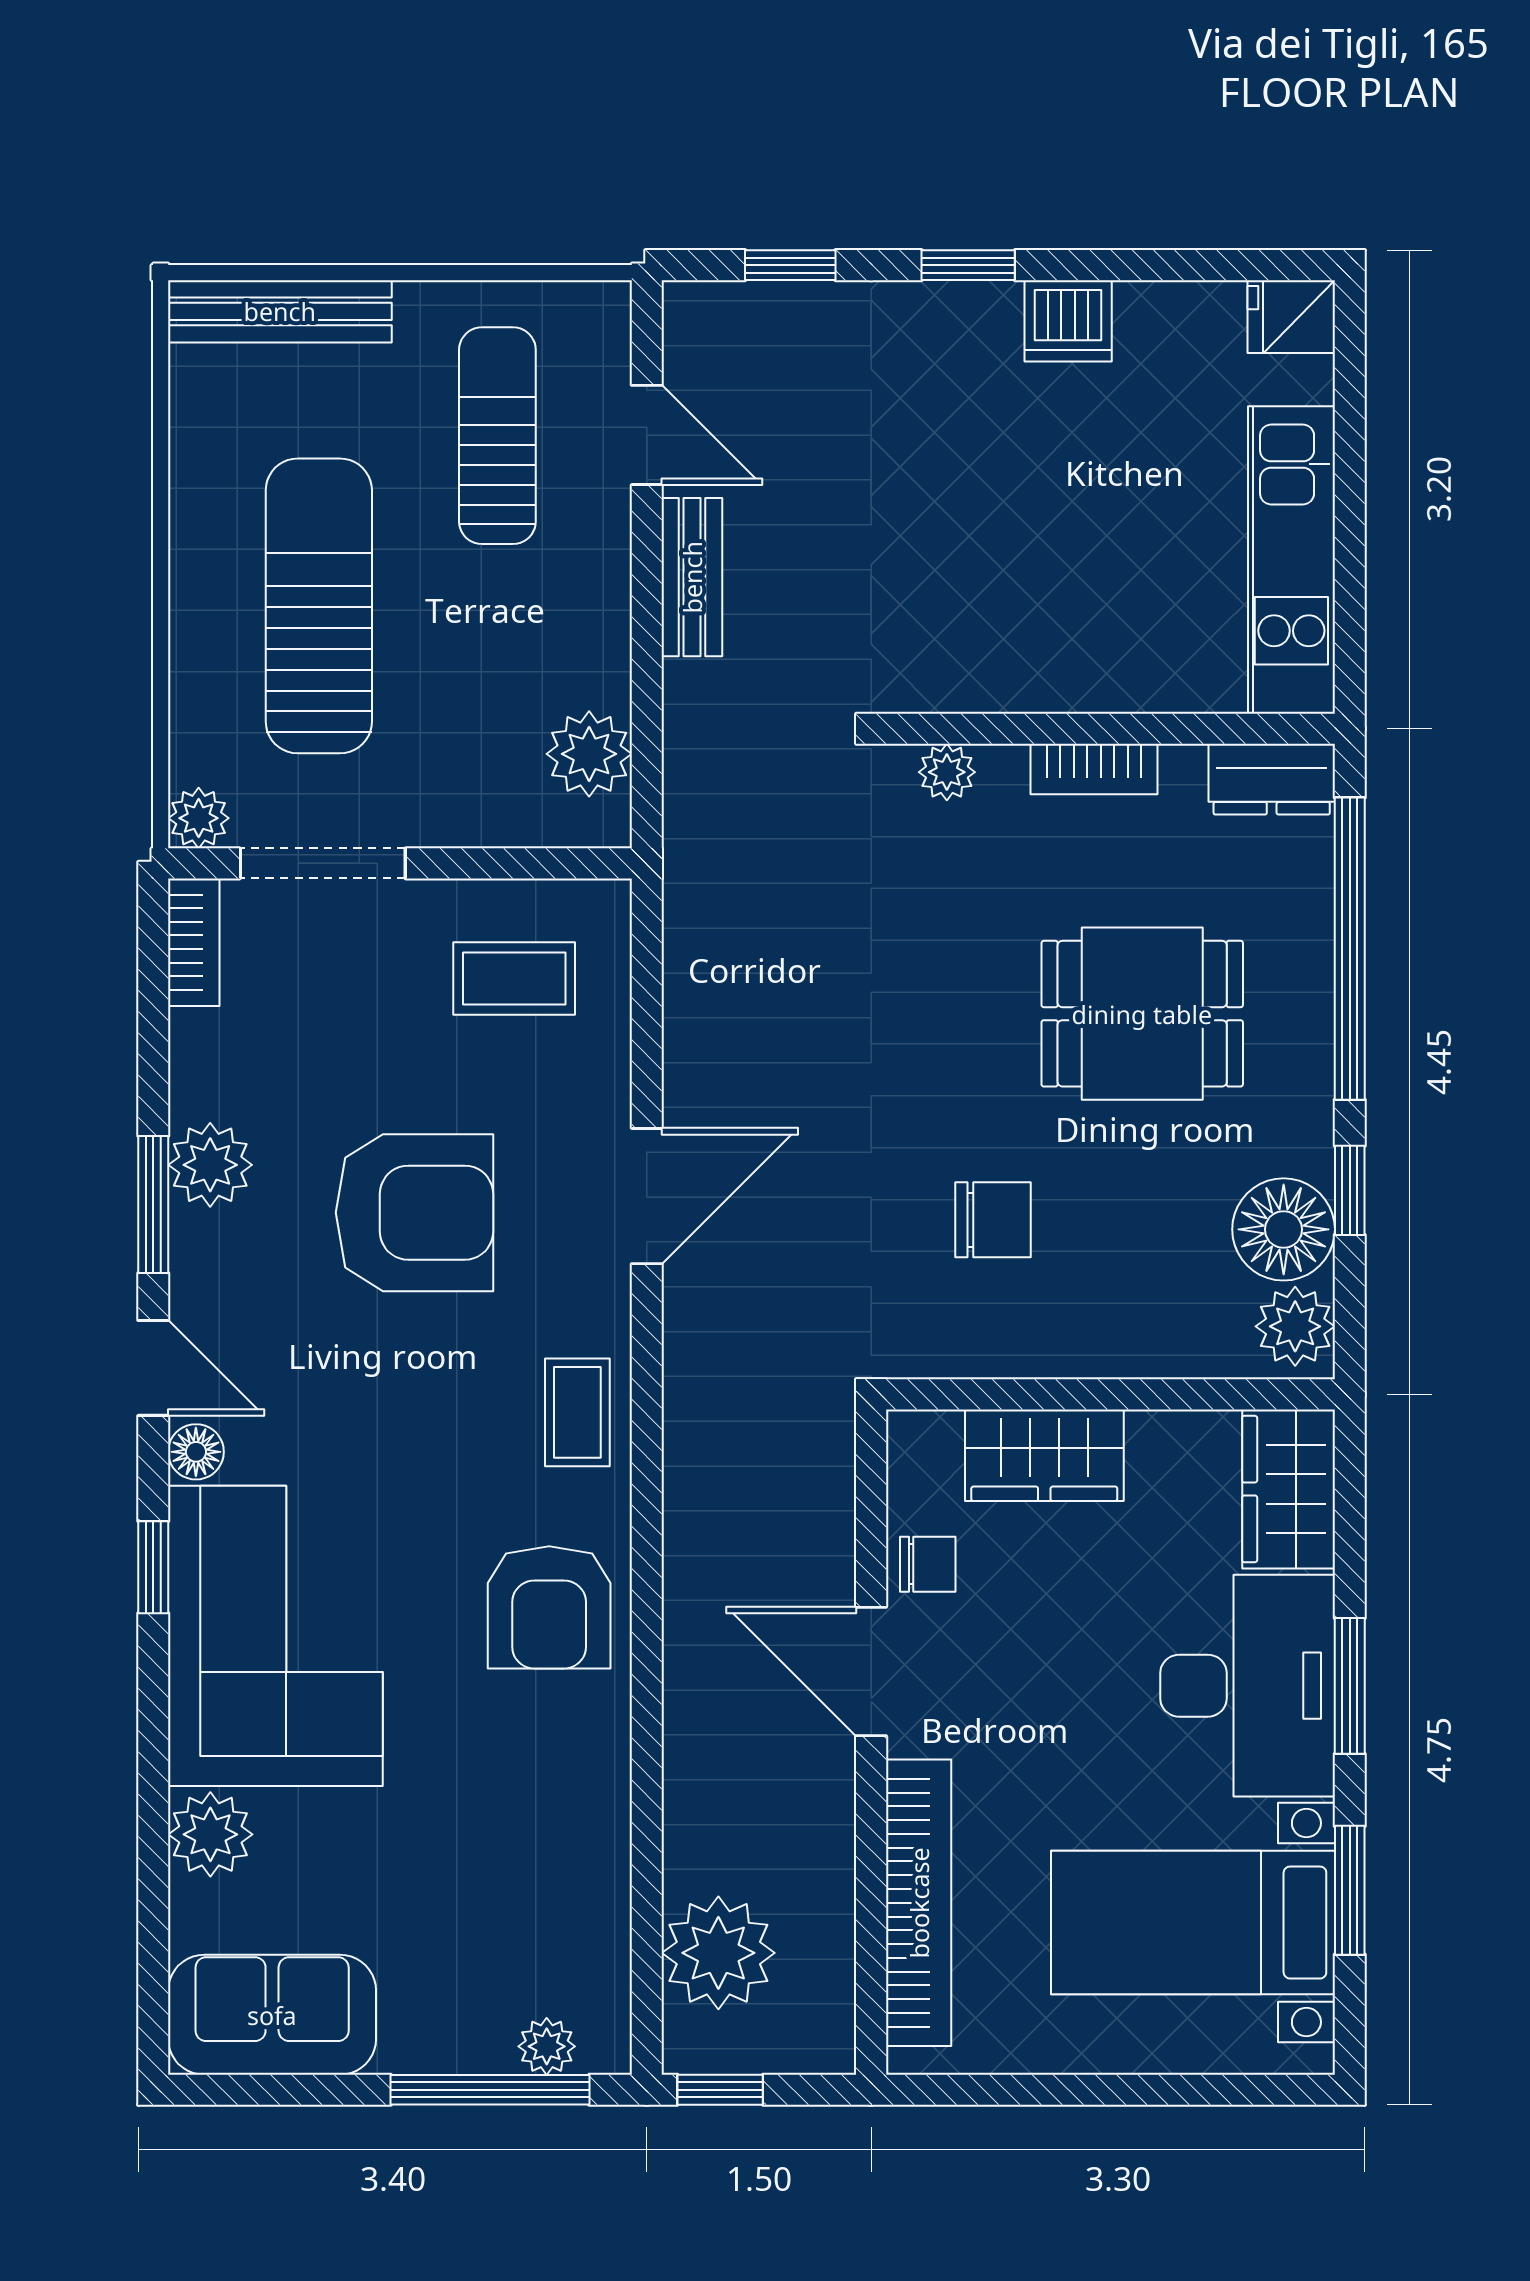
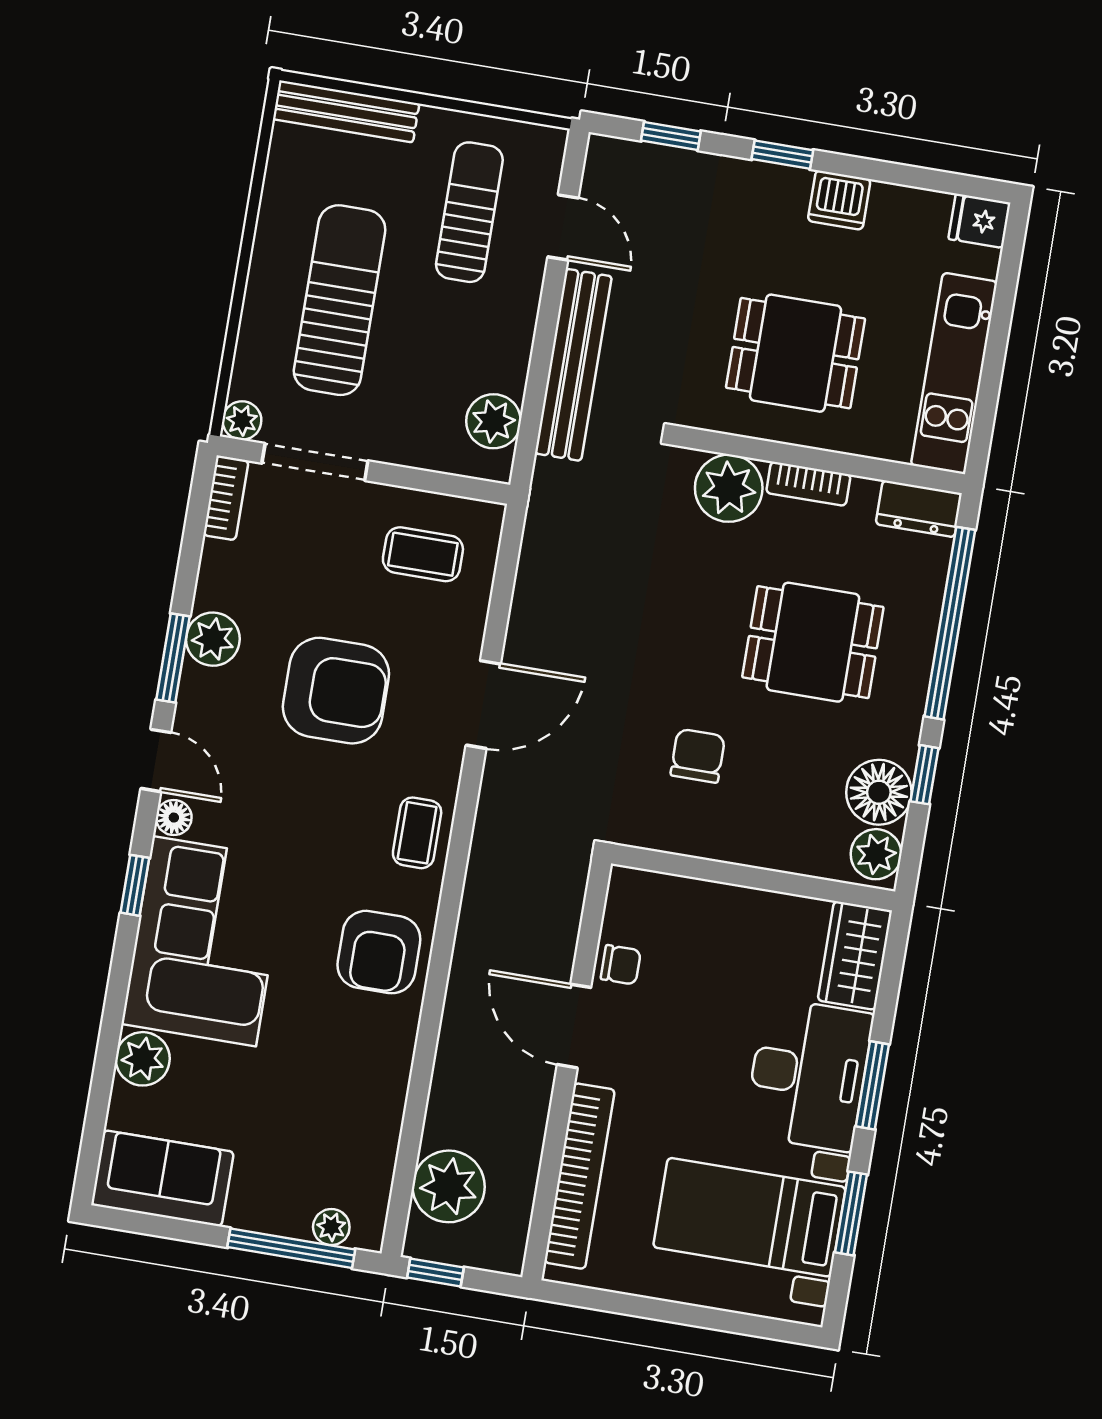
dining table: (1040, 570) -> (795, 353), added
bench: (692, 577) -> (573, 365), width x1.86, depth x1.21
plant: (947, 772) -> (729, 488), width x1.88, depth x1.88
chair: (993, 1220) -> (698, 756), turned -90
wardrobe: (1044, 1455) -> (705, 909), removed

